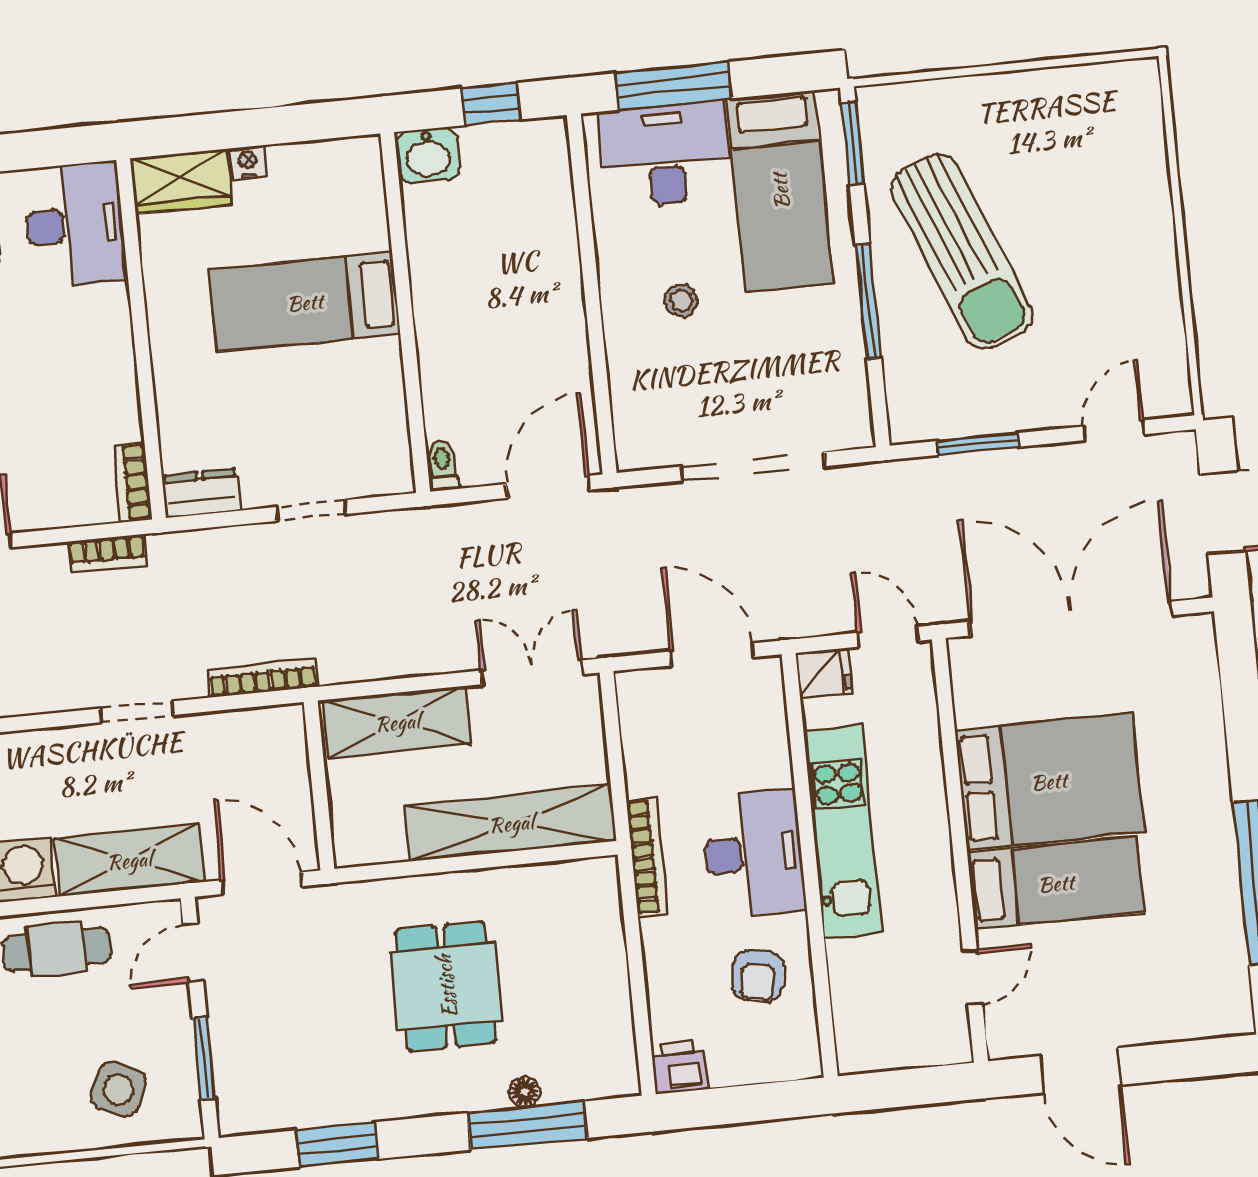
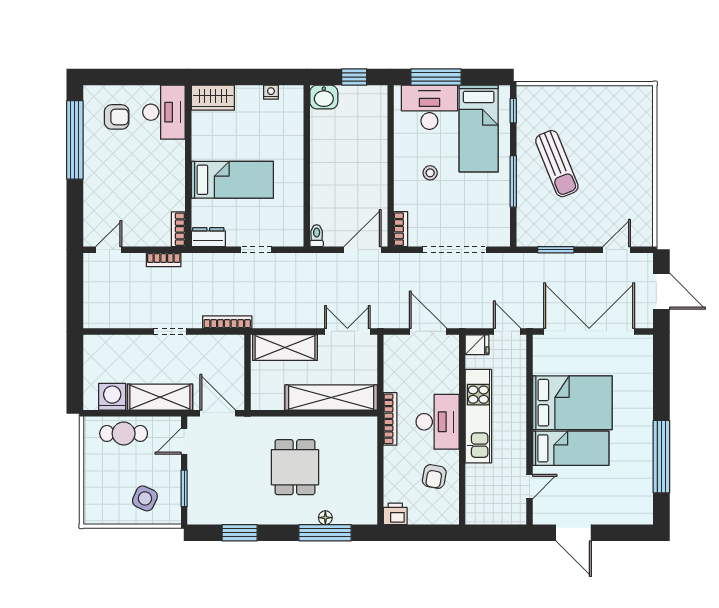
window: (853, 143) -> (513, 111), width x0.67
nightstand: (248, 162) -> (271, 92), moved
sun lounger: (962, 252) -> (557, 164), width x0.73, depth x0.75
bed: (305, 302) -> (232, 180), moved, turned 180
bookcase: (628, 433) -> (401, 229), added

